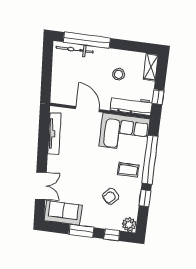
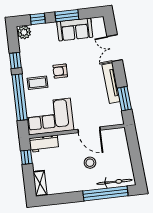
stool: (119, 74) -> (90, 163), moved
workbench: (131, 106) -> (44, 144), width x0.73
window: (44, 132) -> (124, 99), added
tv unit: (54, 134) -> (111, 83), moved
armchair: (111, 196) -> (60, 71), moved, turned -133
sofa: (63, 213) -> (75, 29), moved

